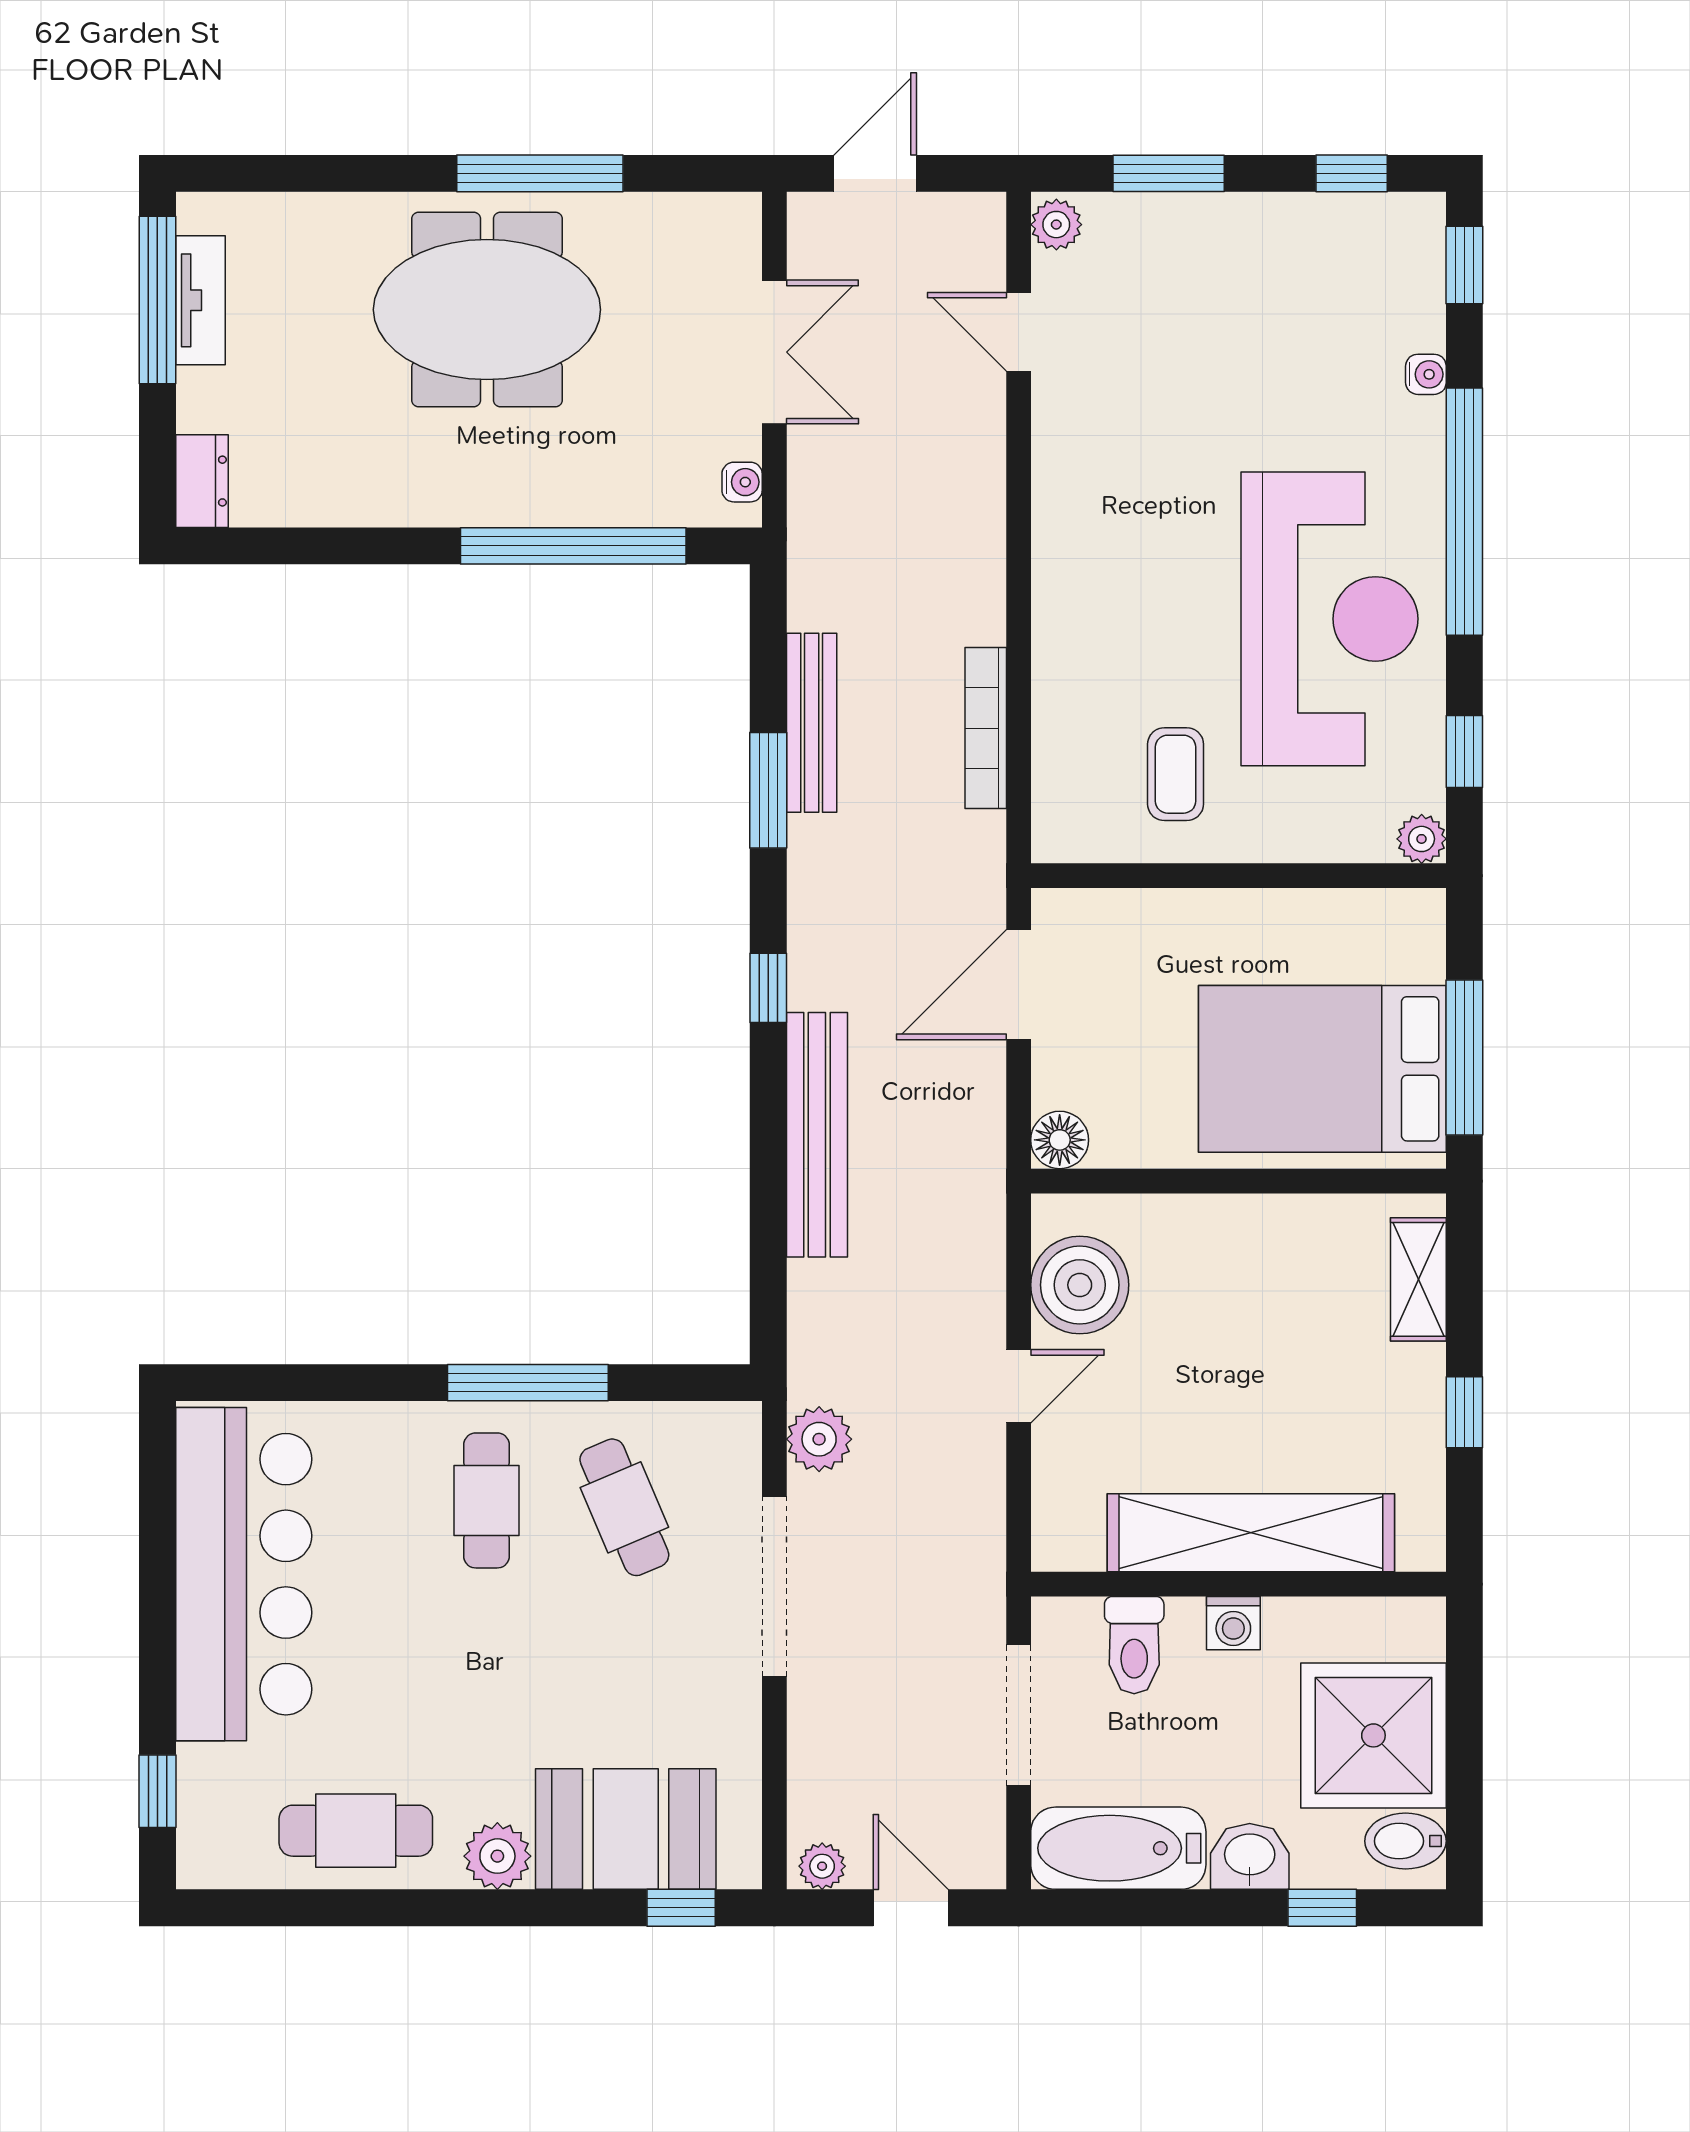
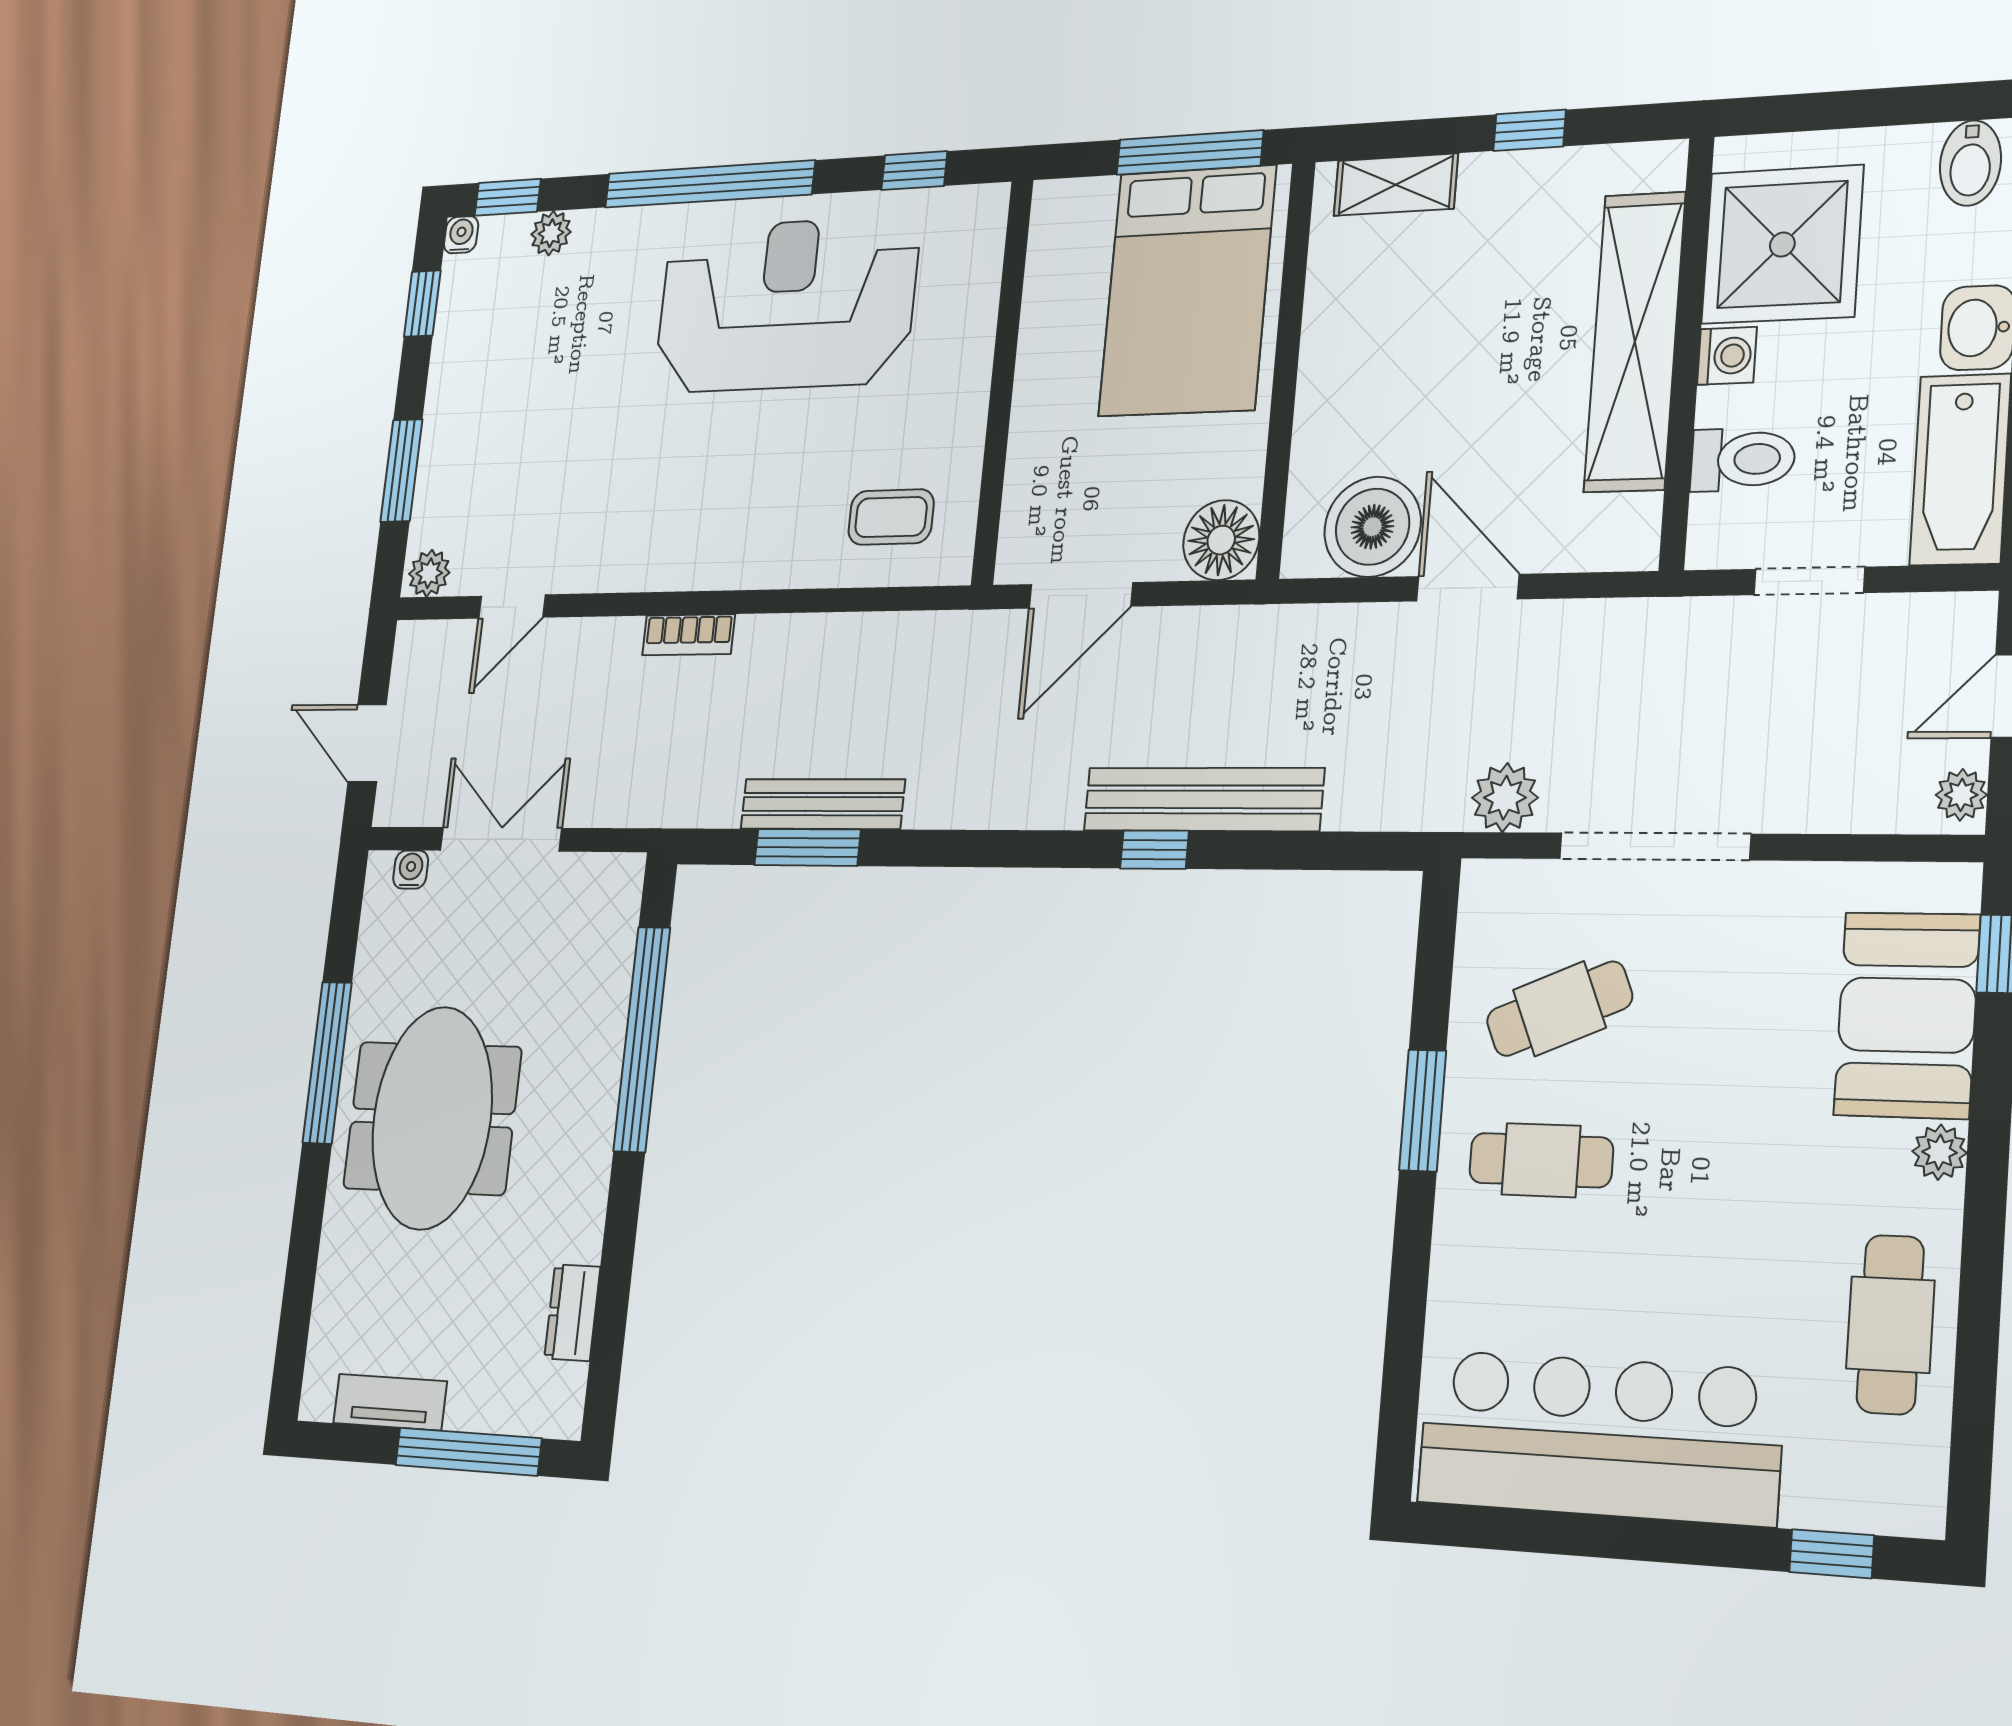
window: (157, 300) -> (468, 1452), moved
water cooler: (1426, 374) -> (461, 235), moved
dresser: (202, 481) -> (572, 1313), moved, turned -90
water cooler: (742, 482) -> (411, 870), moved
bookcase: (986, 728) -> (689, 635), moved, width x0.64
coffee table: (1176, 774) -> (891, 517), moved
window: (768, 790) -> (807, 847), moved
plant: (1422, 839) -> (551, 233), moved
door: (1019, 985) -> (1081, 595), hinge flipped
window: (768, 988) -> (1154, 850), moved
floor lamp: (1060, 1140) -> (1221, 540), width x1.38, depth x1.38
window: (528, 1383) -> (1423, 1110), width x0.69
door: (1019, 1386) -> (1468, 588), width x1.38
doorway: (1019, 1715) -> (1809, 581), width x0.73
shower: (1373, 1735) -> (1782, 245), moved
plant: (497, 1856) -> (1940, 1152), width x0.73, depth x0.73

